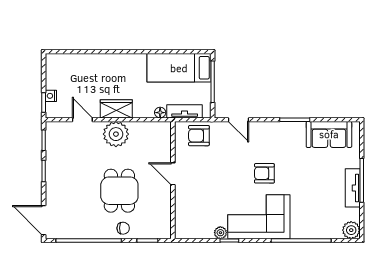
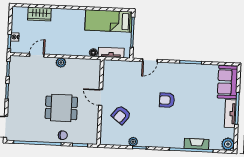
wardrobe: (116, 109) -> (39, 14), moved, turned 180
door: (82, 120) -> (37, 55), hinge flipped
door: (238, 120) -> (150, 60), hinge flipped
plant: (116, 134) -> (61, 62), width x0.53, depth x0.53
sofa: (329, 134) -> (228, 82), moved, turned 90
armchair: (199, 136) -> (121, 115), moved, turned -52
dining table: (119, 191) -> (61, 108), turned 90
corner sofa: (259, 217) -> (162, 131), removed
fireplace: (308, 232) -> (197, 144), added

